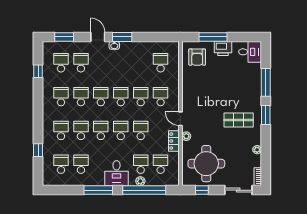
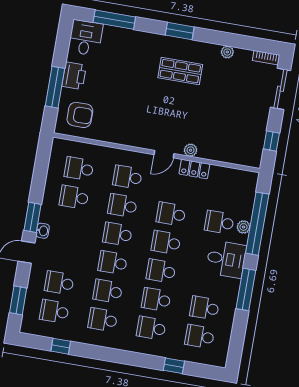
window: (266, 82) -> (114, 20), moved
shop shelf: (239, 120) -> (180, 71), turned 90
school desk: (161, 164) -> (74, 197), moved
round table: (206, 164) -> (235, 128), removed

